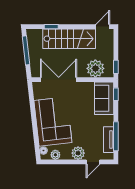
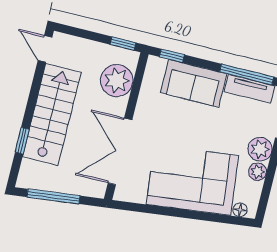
sofa: (104, 98) -> (194, 83), moved
plant: (55, 155) -> (258, 172), moved

